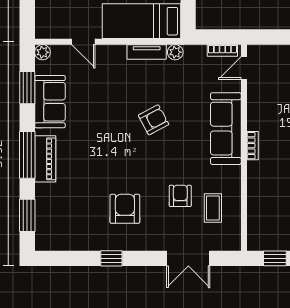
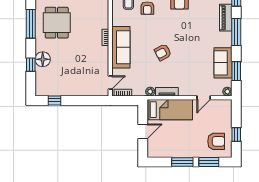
door: (83, 42) -> (204, 98), swing flipped
piano: (45, 159) -> (226, 18), moved

